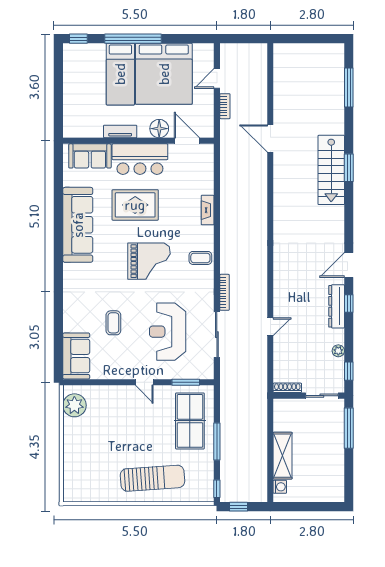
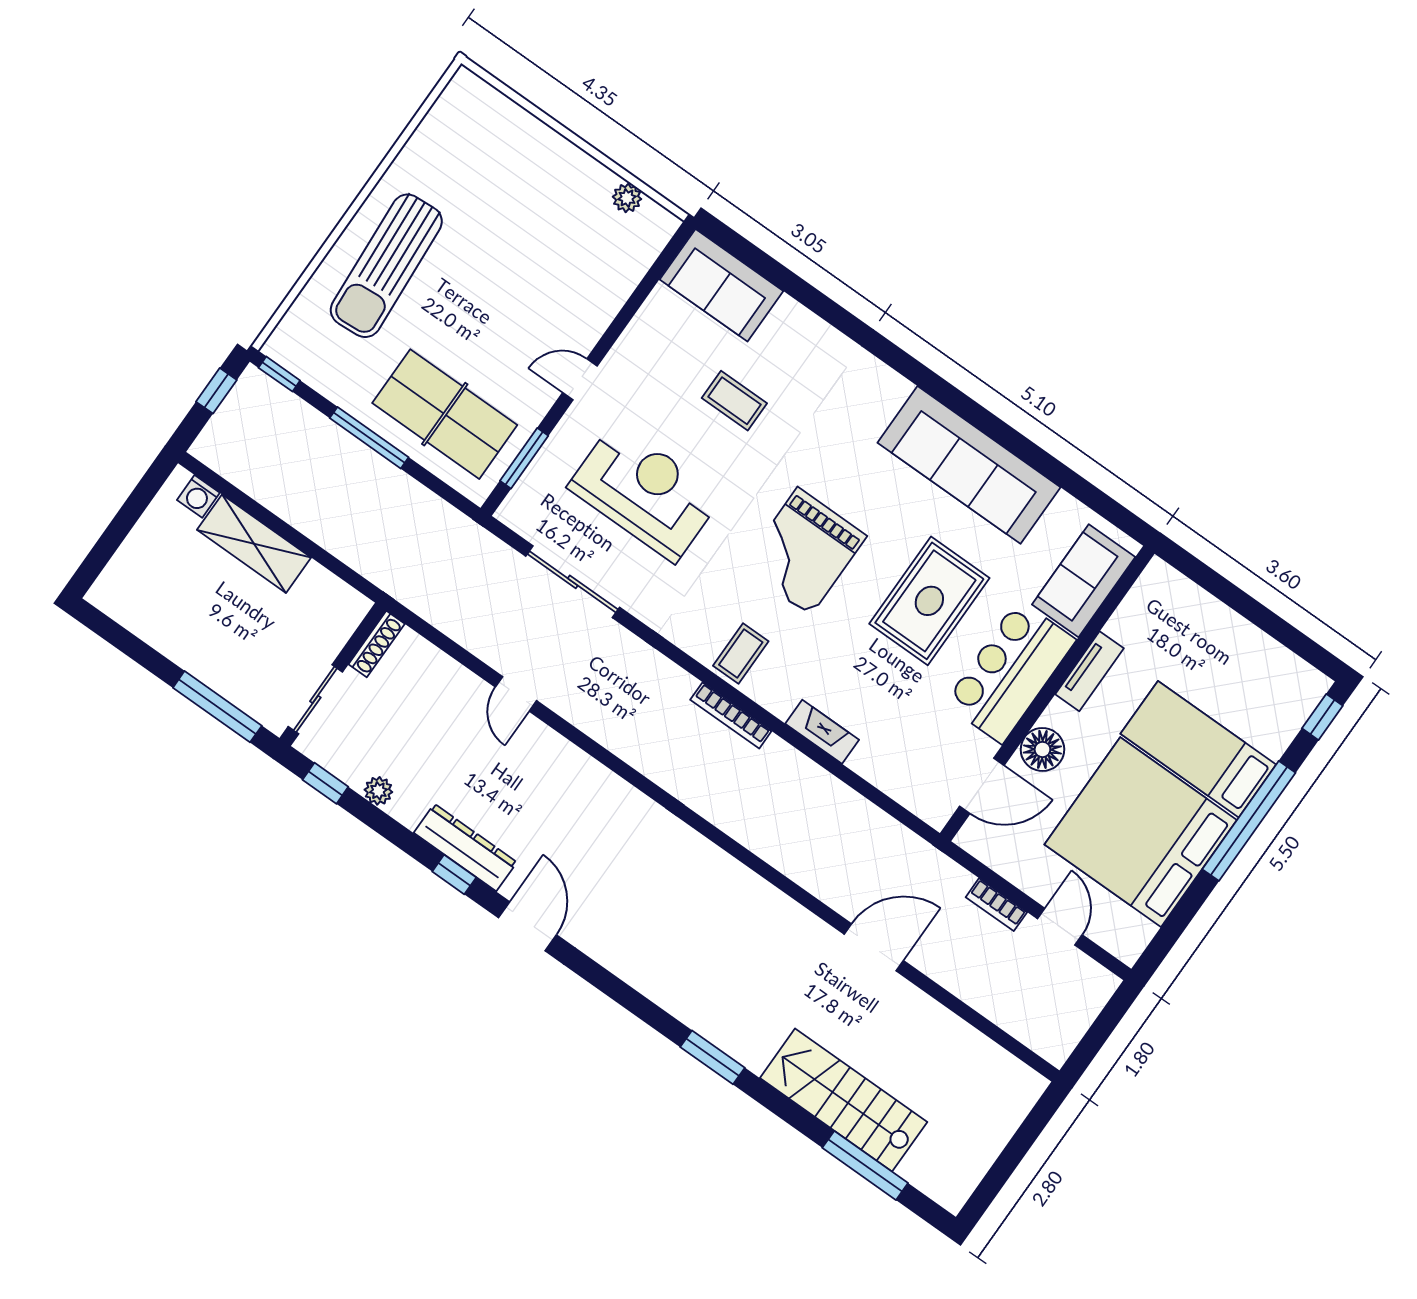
stairs: (331, 170) -> (844, 1100), moved
bookcase: (225, 292) -> (731, 715), moved
plant: (74, 405) -> (627, 198), width x0.53, depth x0.53

